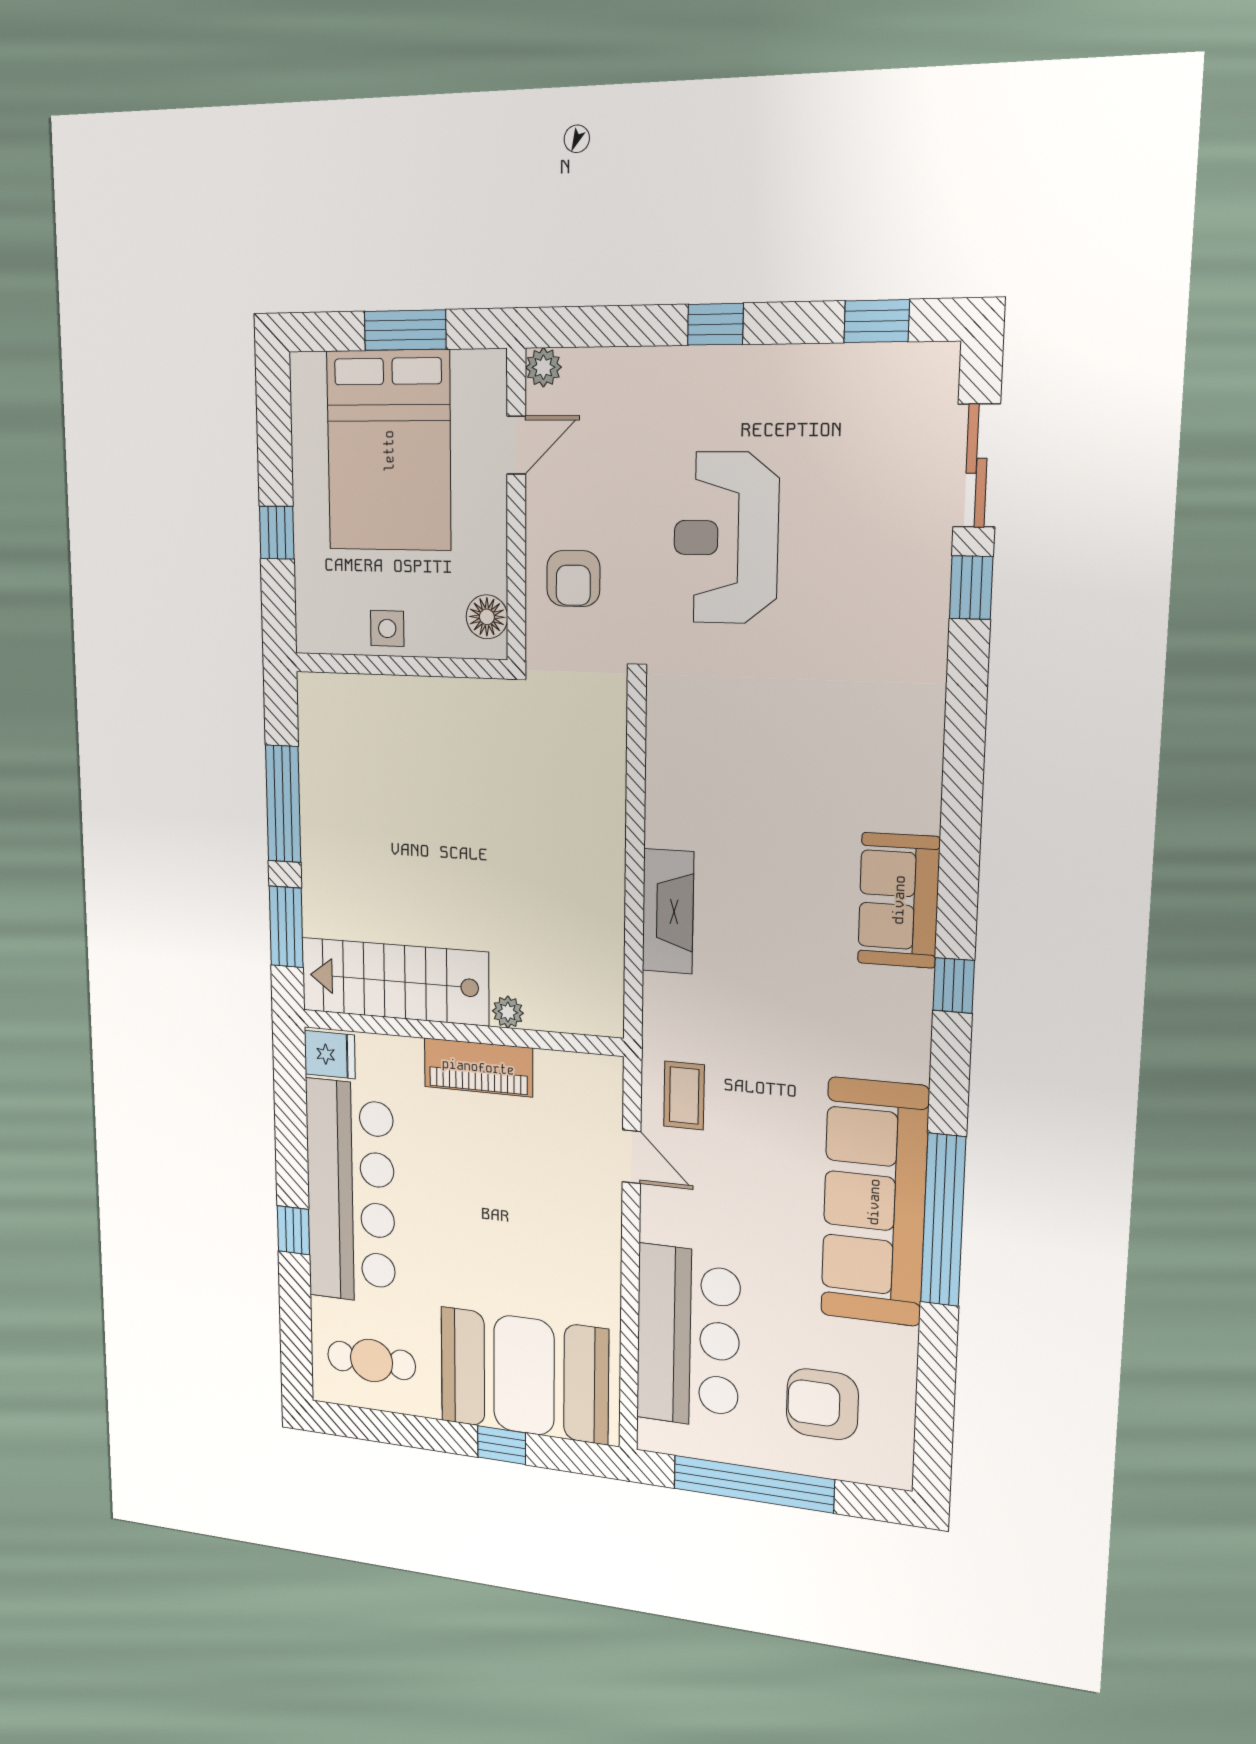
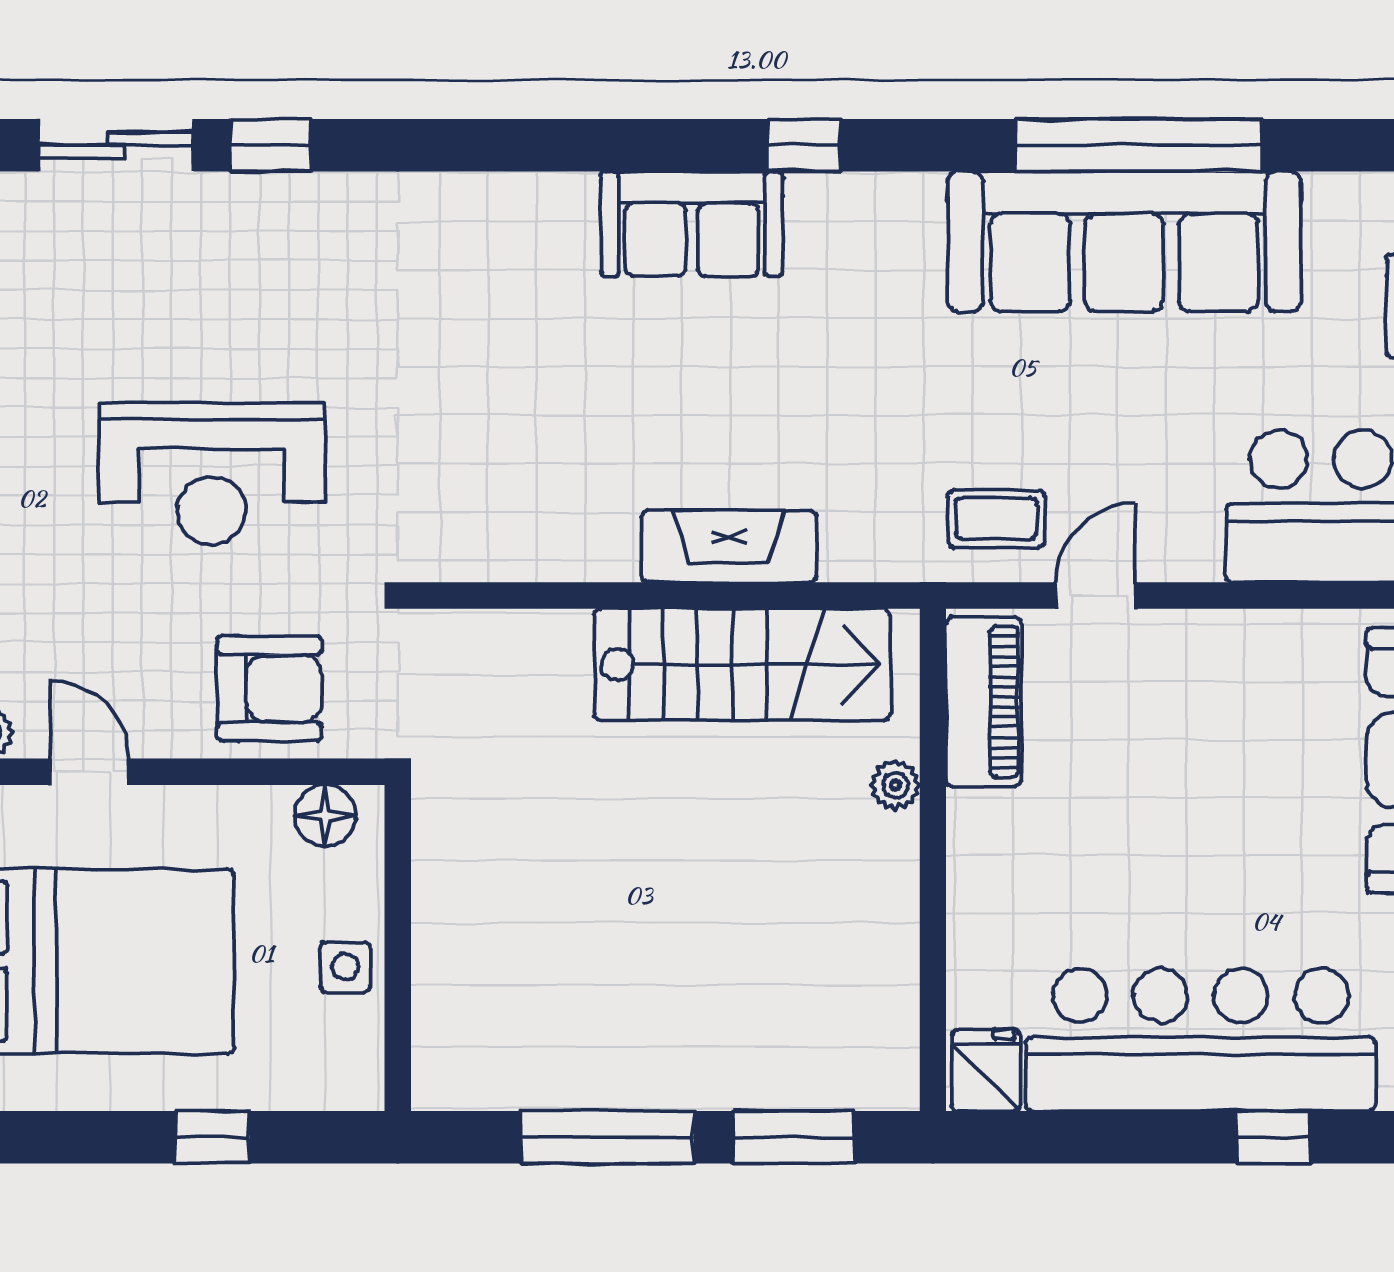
armchair: (573, 579) -> (269, 688), width x1.38, depth x1.38
stairs: (395, 981) -> (742, 664), moved, turned -90
piano: (478, 1067) -> (984, 702), moved

